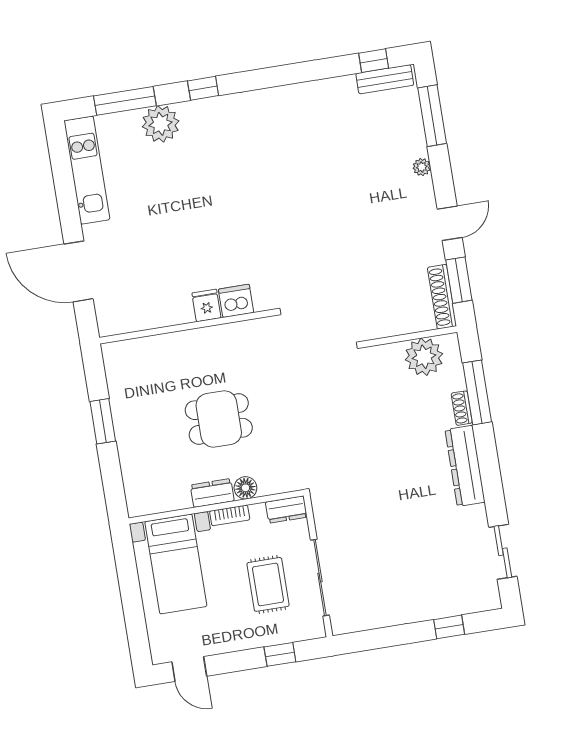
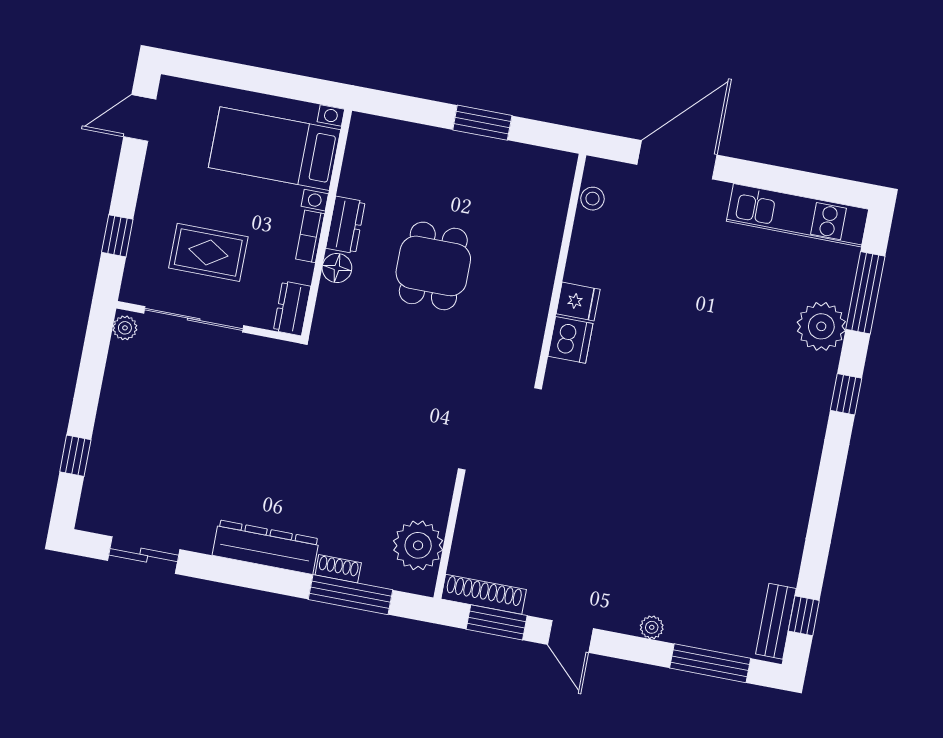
stool: (129, 322) -> (593, 199), added
plant: (344, 625) -> (125, 328), added

